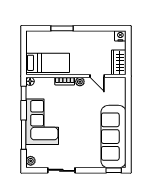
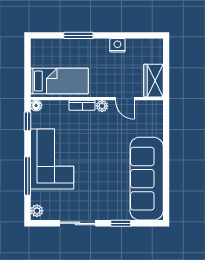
nightstand: (120, 36) -> (117, 45), moved
window: (114, 170) -> (121, 223), moved

